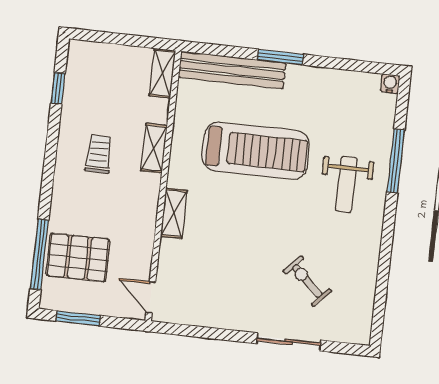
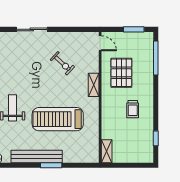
bench: (232, 70) -> (37, 156), moved
shelving: (154, 148) -> (107, 115), removed
pallet: (78, 257) -> (121, 73), moved, turned 90
exercise bike: (307, 281) -> (62, 63), moved

